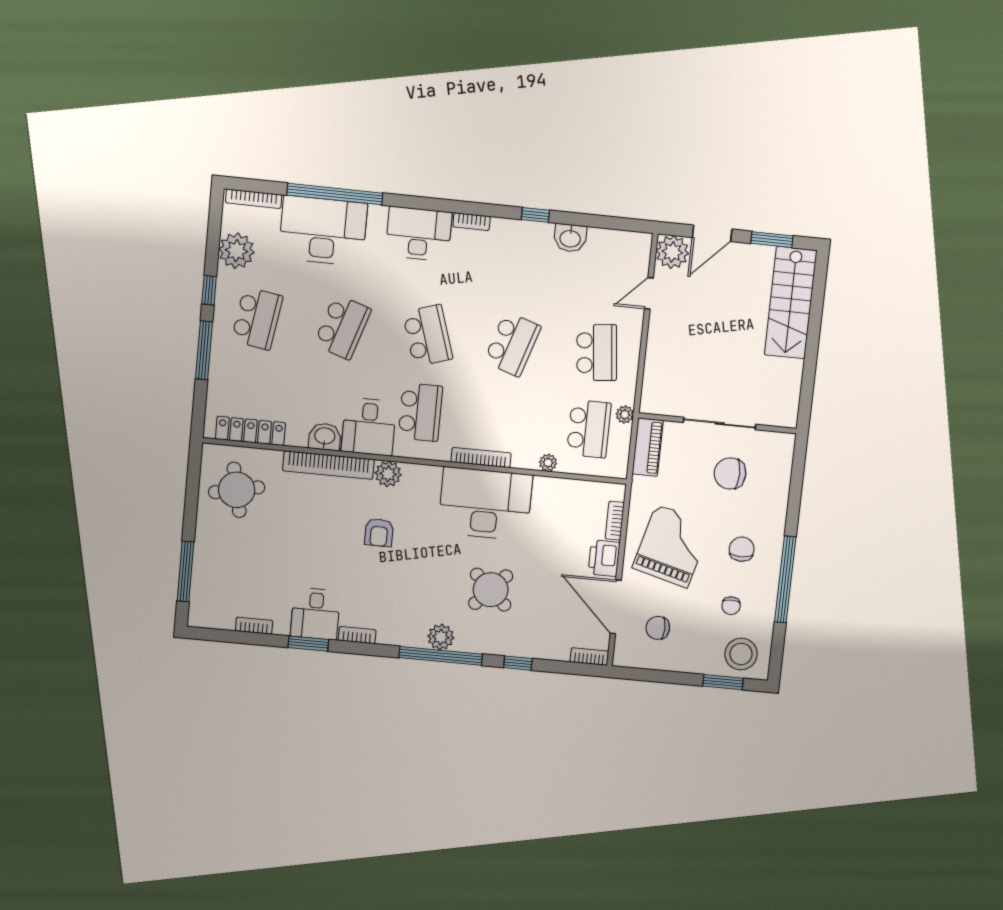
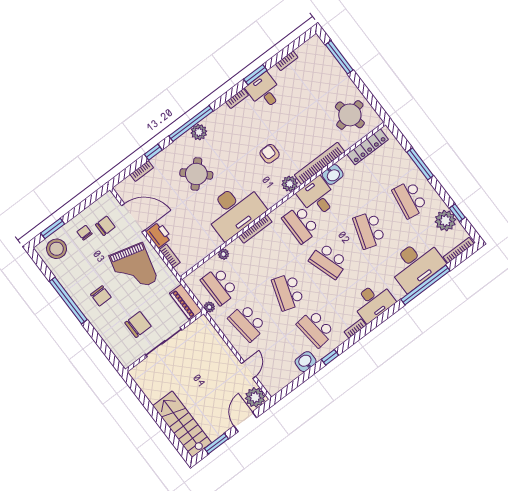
school desk: (520, 267) -> (316, 328), added
window: (209, 290) -> (457, 213), moved
chair: (731, 606) -> (85, 233), moved
bookcase: (589, 657) -> (142, 171), moved

